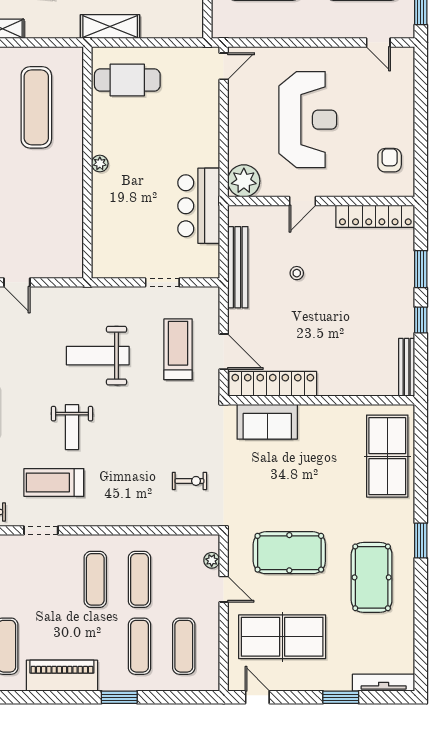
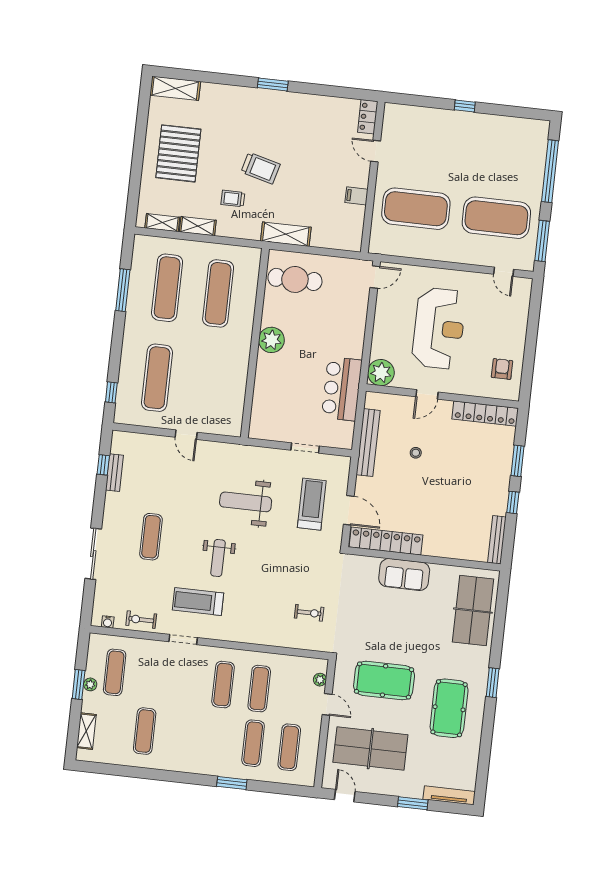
plant: (100, 164) -> (271, 340), width x1.87, depth x1.87
sofa: (267, 422) -> (404, 574), moved
piano: (62, 676) -> (187, 760), removed

